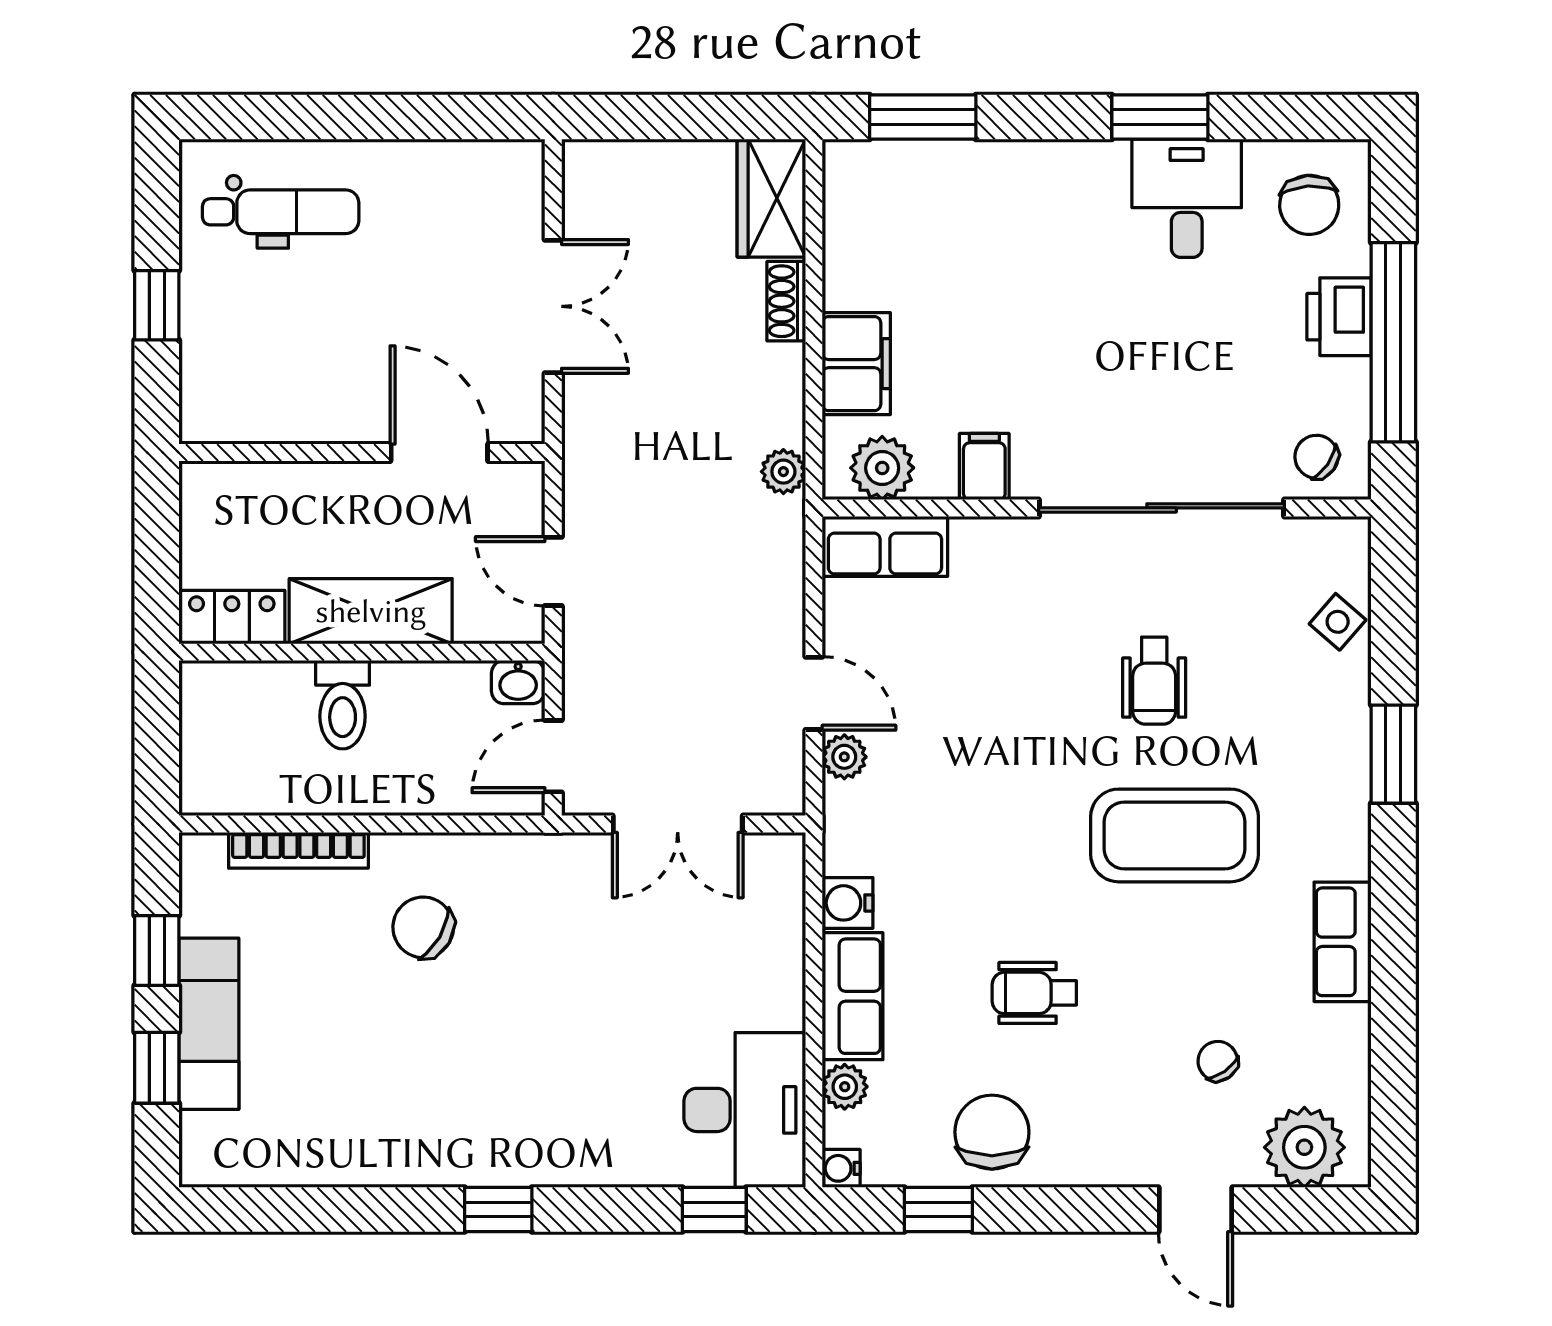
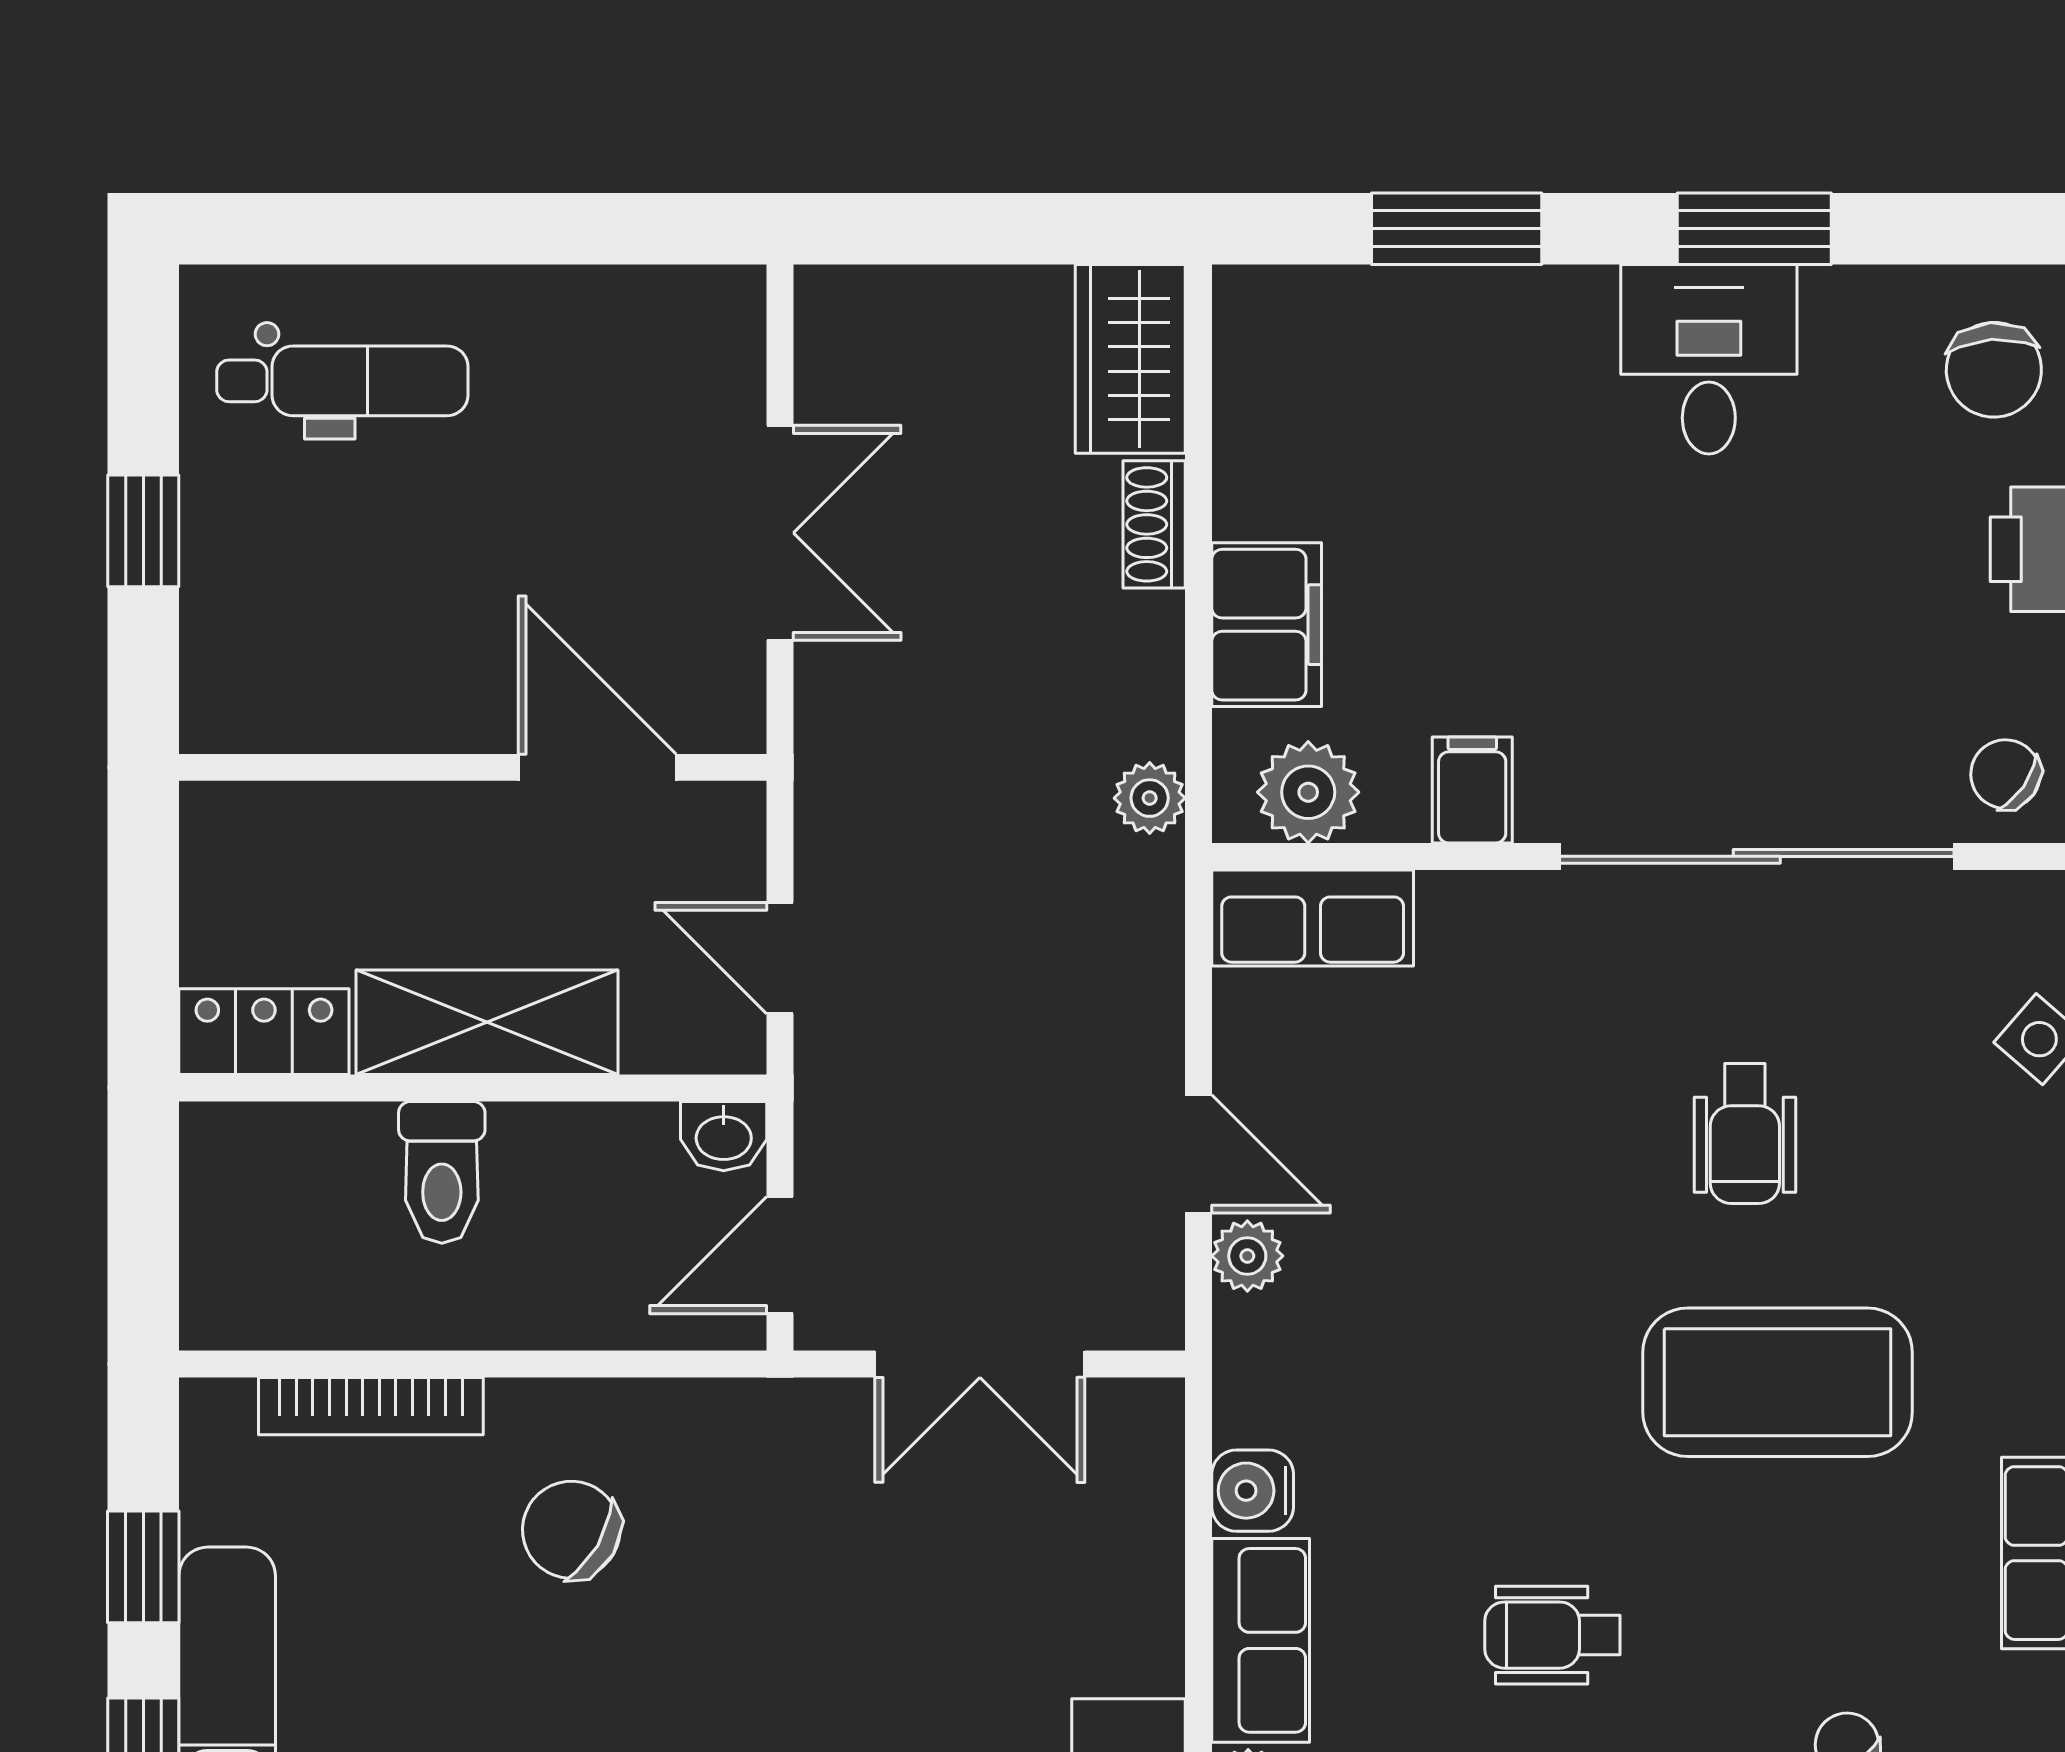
window: (923, 117) -> (1457, 229), moved
desk: (1187, 198) -> (1709, 359), moved

